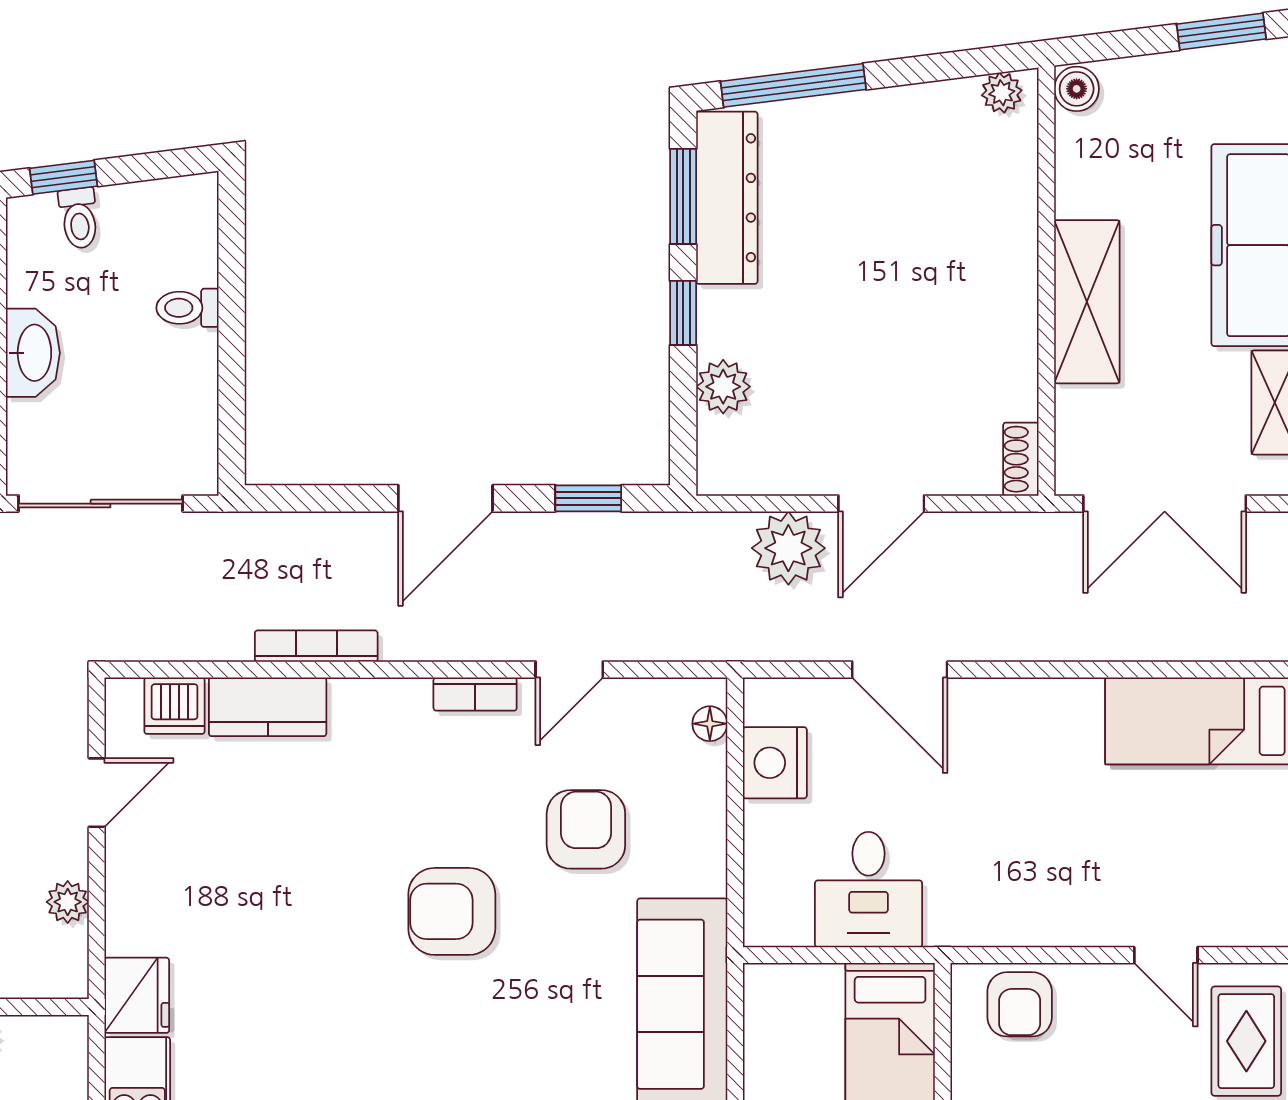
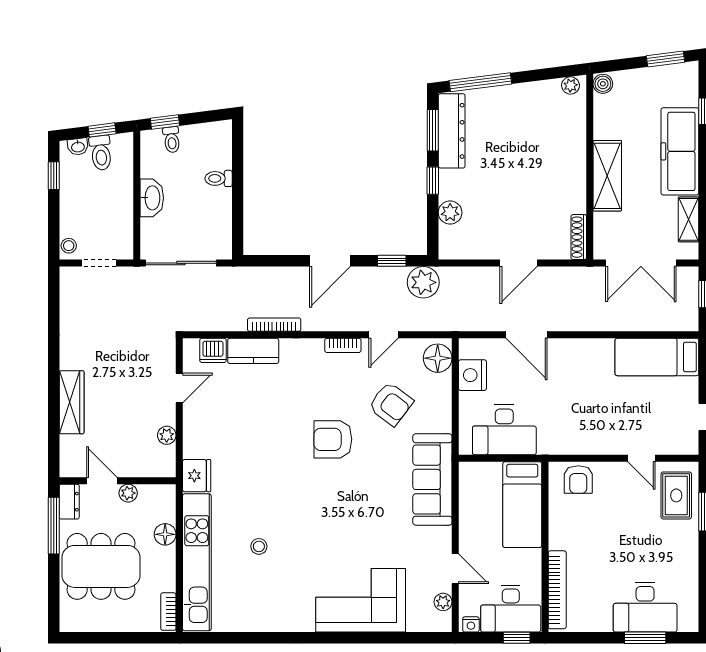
shoe rack: (1021, 459) -> (579, 237), width x1.43
plant: (788, 548) -> (423, 282), moved
floor lamp: (710, 724) -> (438, 358), width x1.89, depth x1.89
armchair: (586, 829) -> (391, 404), turned 127
desk: (869, 890) -> (504, 430), width x1.37

